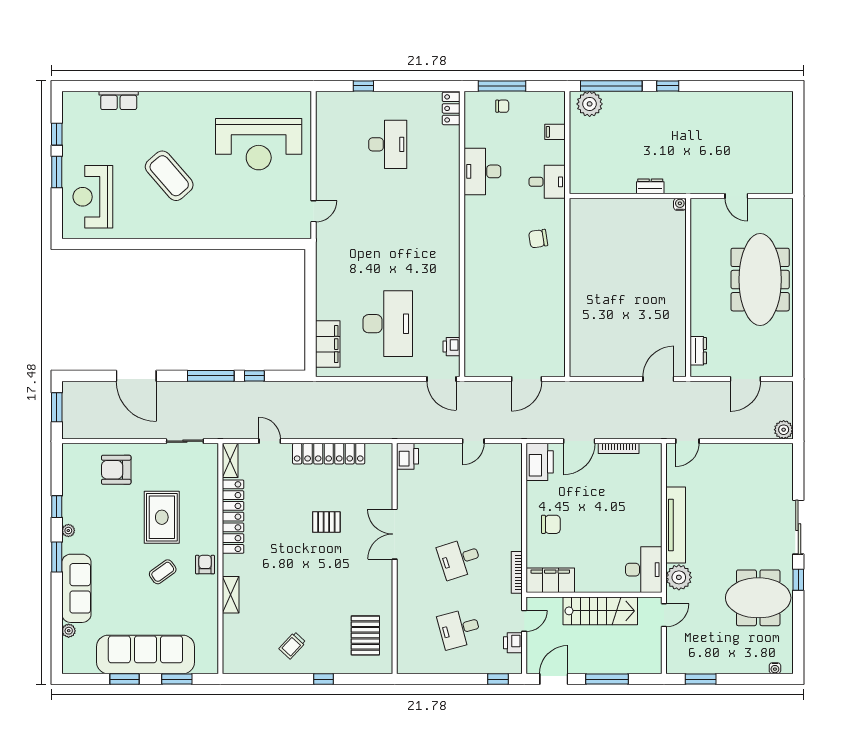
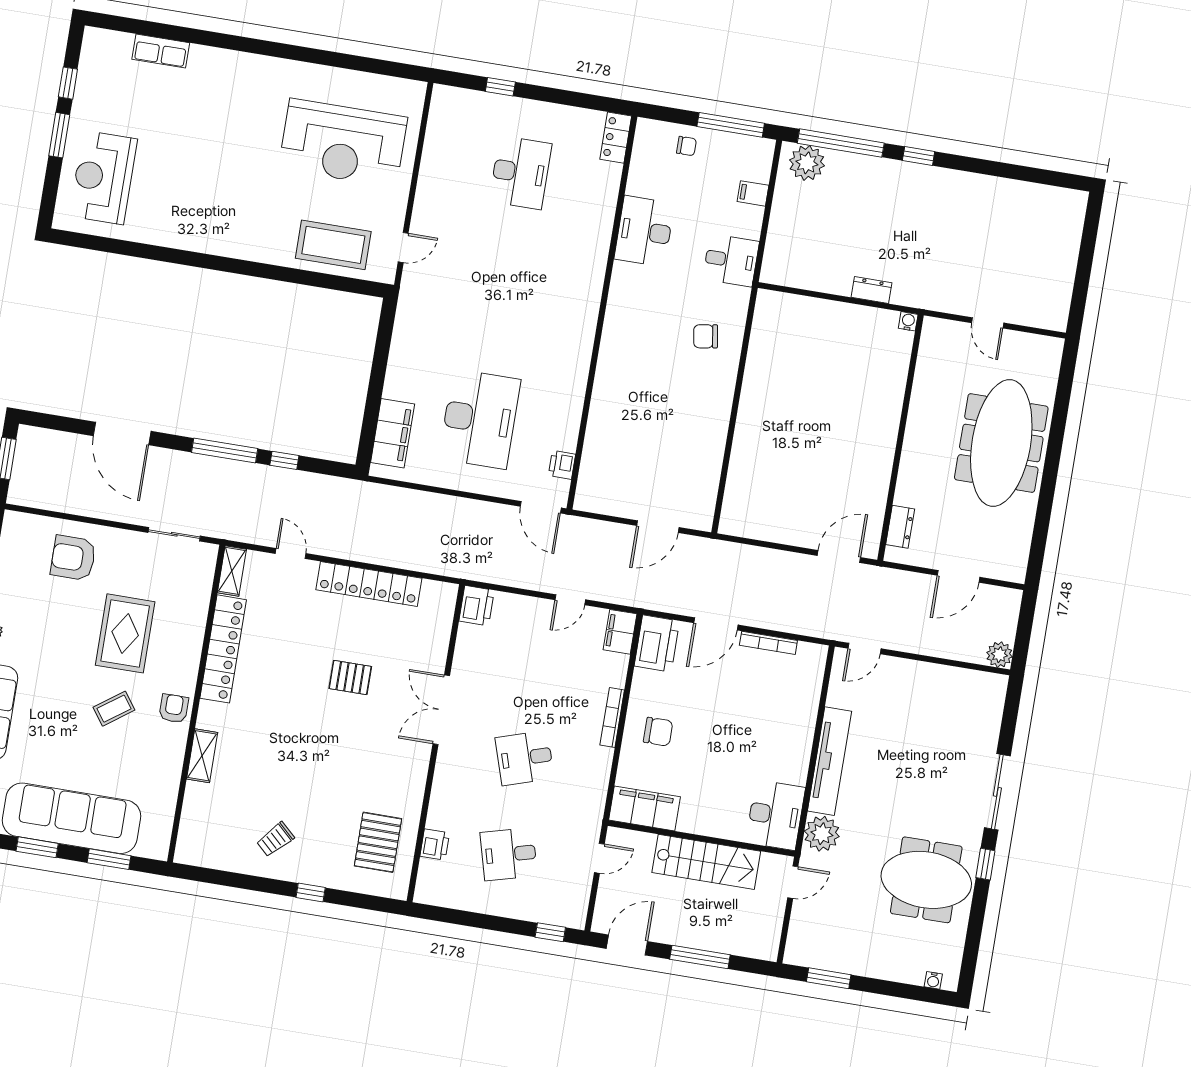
window: (502, 86) -> (731, 125), moved
coffee table: (169, 176) -> (333, 245), moved, turned -49
filing cabinet: (512, 458) -> (620, 632), added
bookcase: (517, 572) -> (612, 718), moved
printer: (513, 643) -> (435, 845), moved, turned 180

